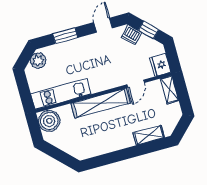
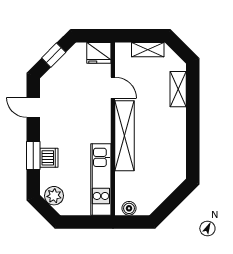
dishwasher: (131, 35) -> (49, 158), moved, turned -45
shelving: (170, 90) -> (148, 50), moved
boiler: (49, 121) -> (129, 208), width x0.54, depth x0.54

